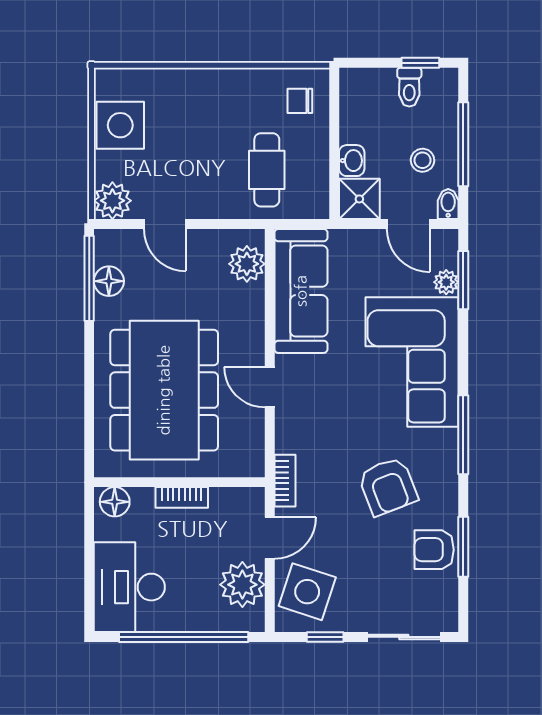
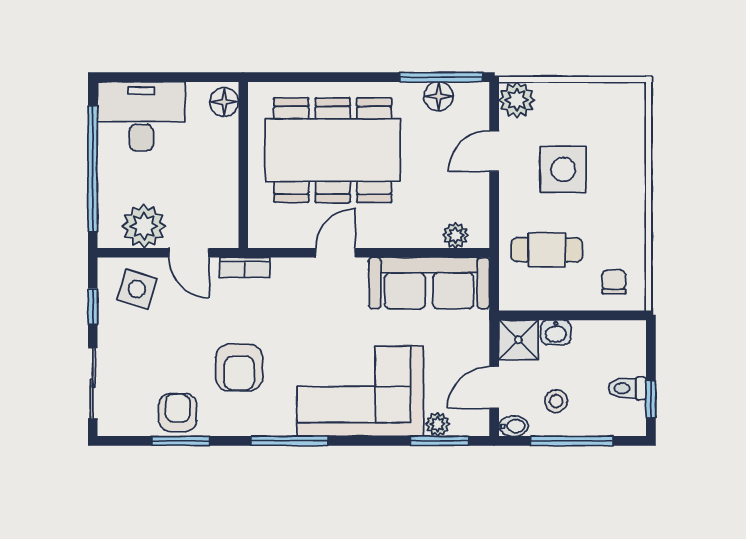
side table: (120, 125) -> (563, 169), moved
plant: (247, 264) -> (456, 235), width x0.73, depth x0.73
armchair: (388, 486) -> (239, 368), turned -69
bookcase: (182, 497) -> (228, 167), removed
side table: (307, 592) -> (137, 289), width x0.73, depth x0.73

